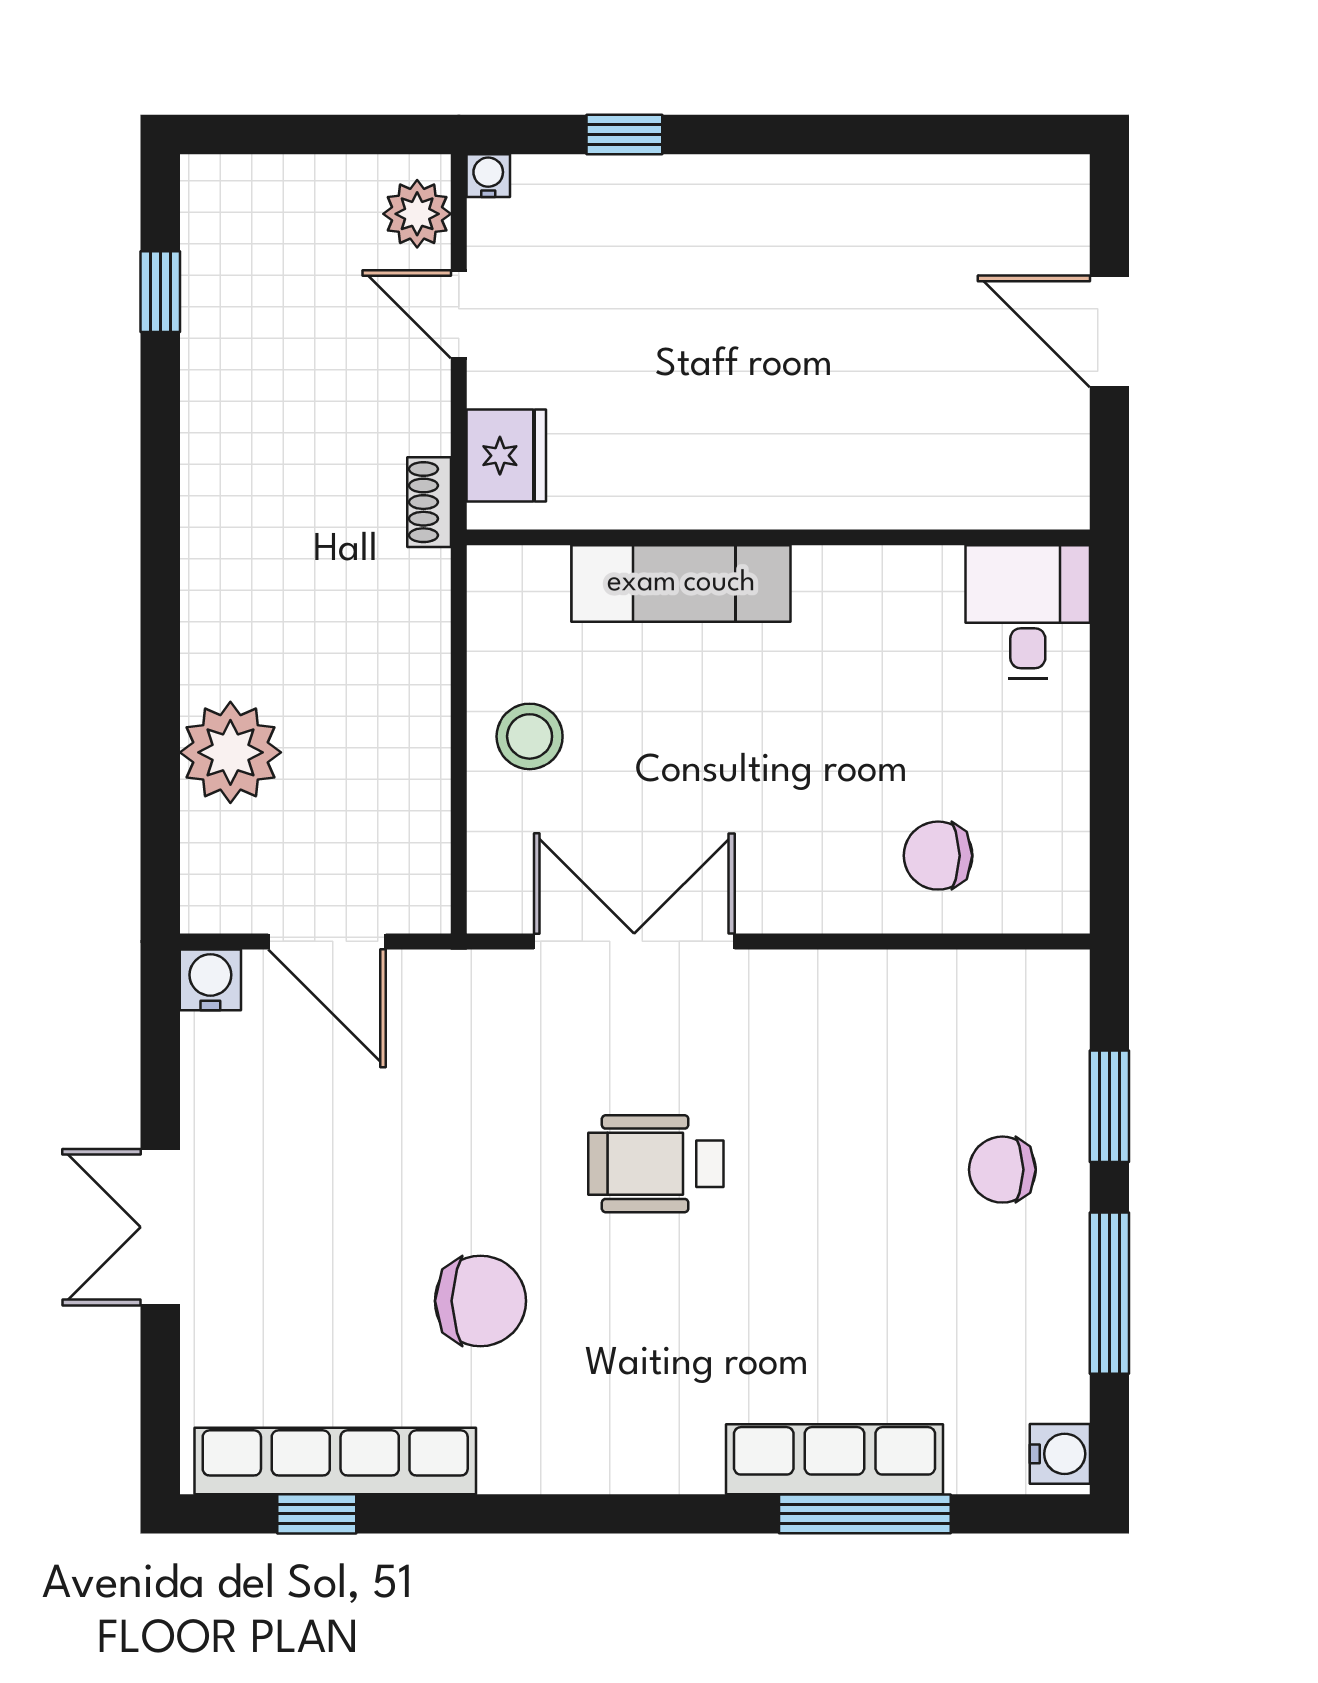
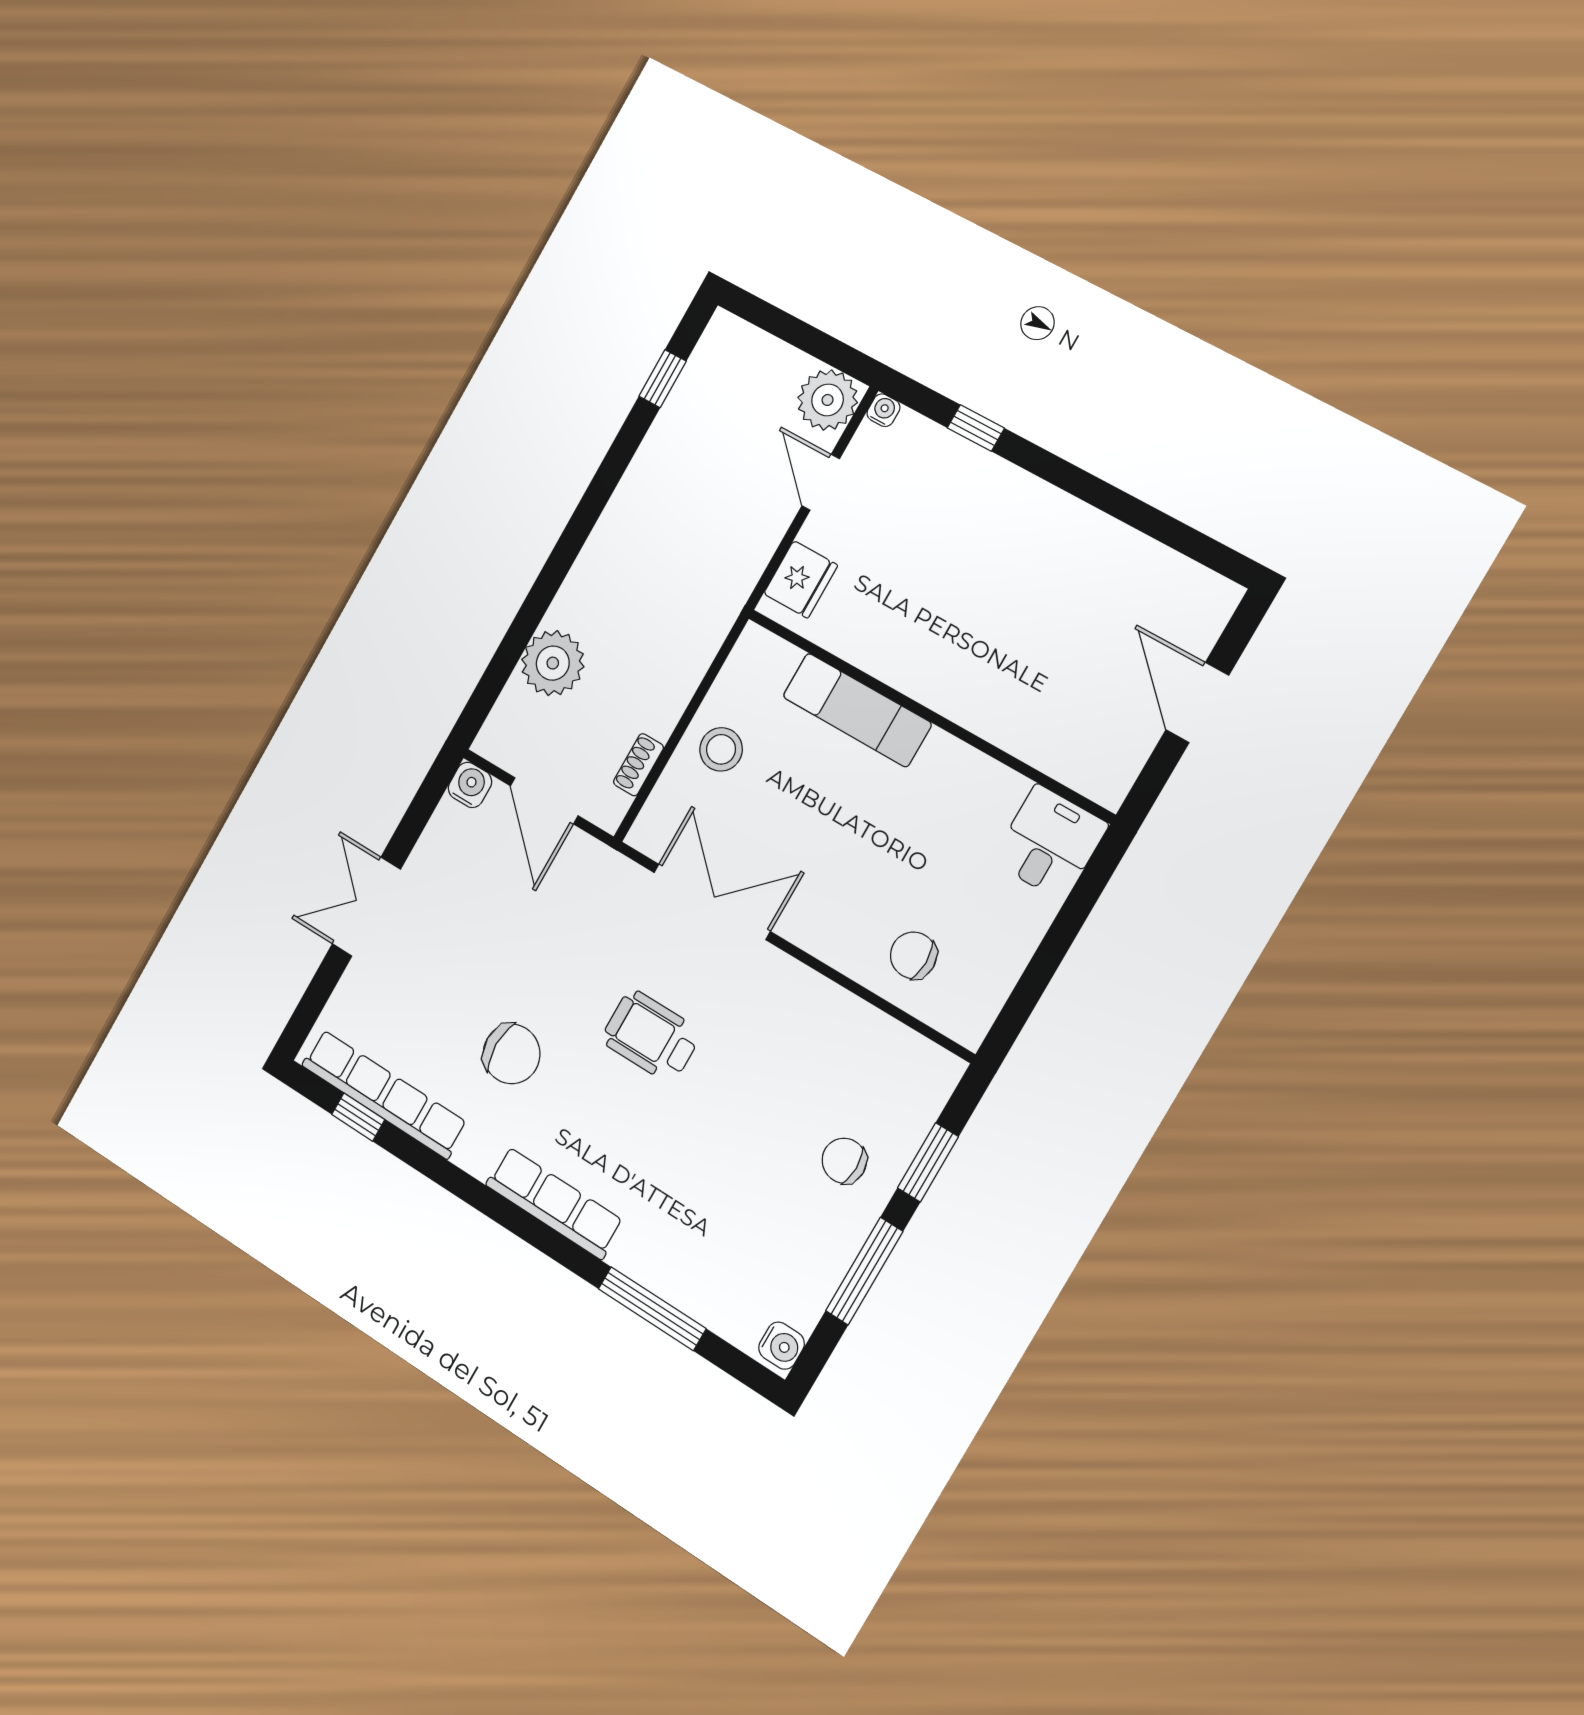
plant: (417, 214) -> (828, 400), width x1.36, depth x1.36
shoe rack: (429, 502) -> (638, 765), moved
row of seats: (834, 1459) -> (554, 1203), moved

